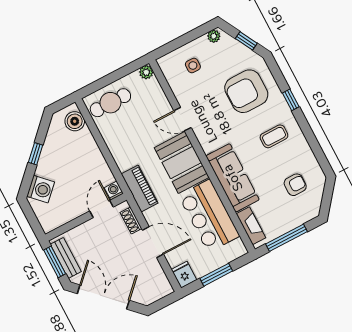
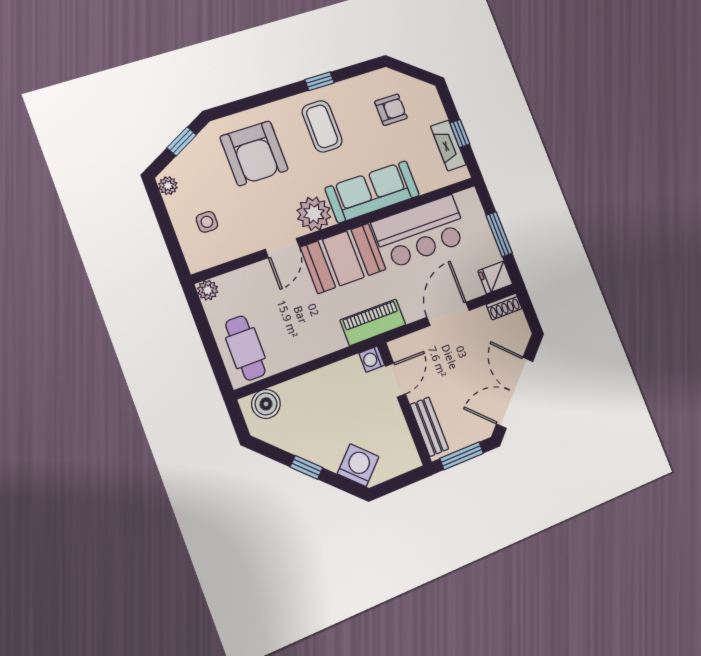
window: (291, 100) -> (319, 81), moved
coffee table: (274, 136) -> (322, 126), width x1.36, depth x1.30
plant: (210, 138) -> (314, 214), added
armchair: (295, 185) -> (391, 110), turned 90
door: (102, 209) -> (395, 380), swing flipped
shoe rack: (131, 220) -> (504, 306), moved
fireplace: (251, 226) -> (448, 146), moved, turned -90
window: (287, 238) -> (460, 133), width x0.46
bench: (66, 258) -> (429, 427), moved, turned 90

